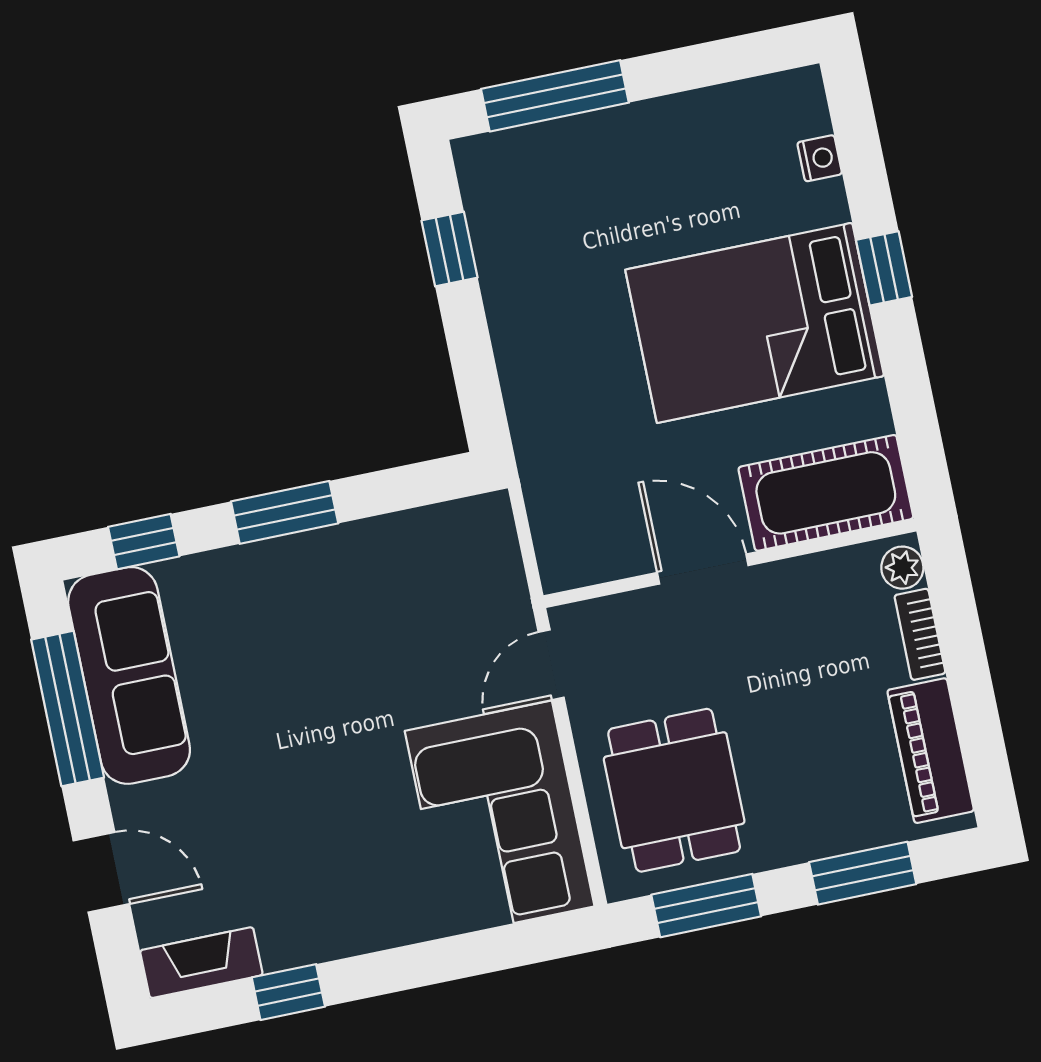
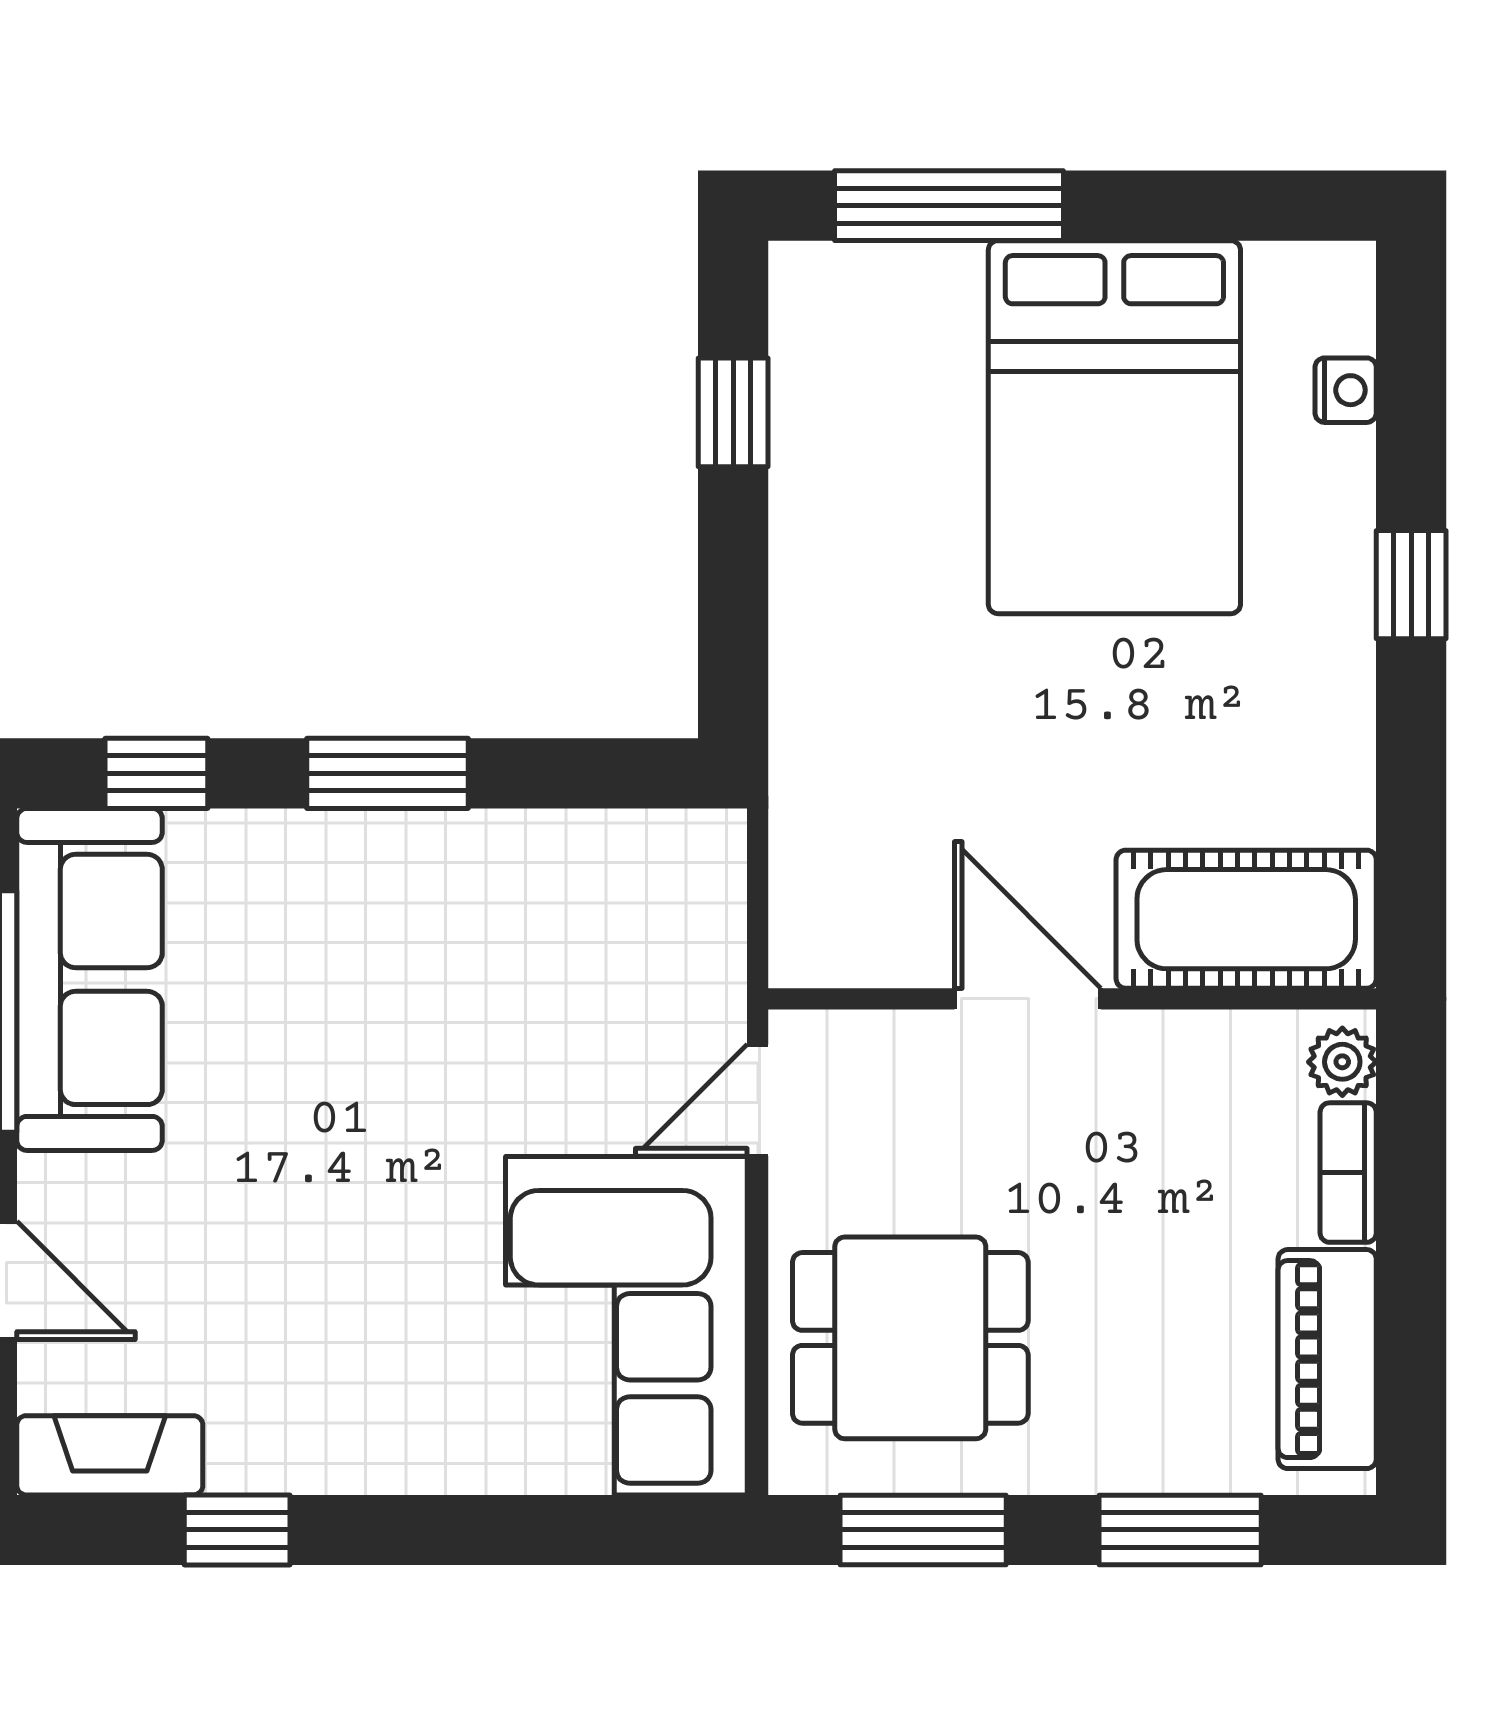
bed: (755, 323) -> (1114, 427), moved, turned -90
dining table: (674, 790) -> (910, 1338), turned 90

